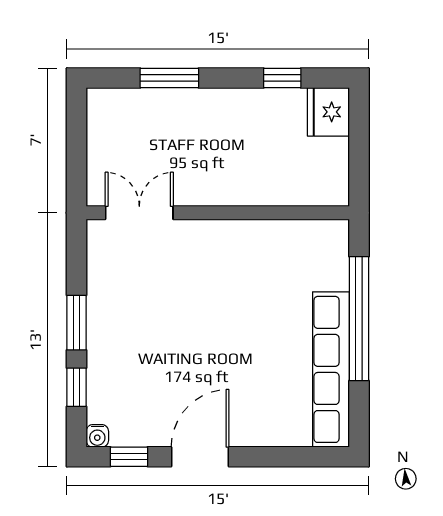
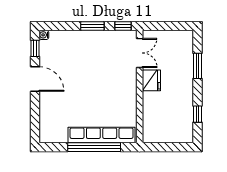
fridge: (328, 112) -> (151, 80), moved, turned 90
row of seats: (331, 369) -> (102, 135), moved
window: (76, 387) -> (123, 26), moved

